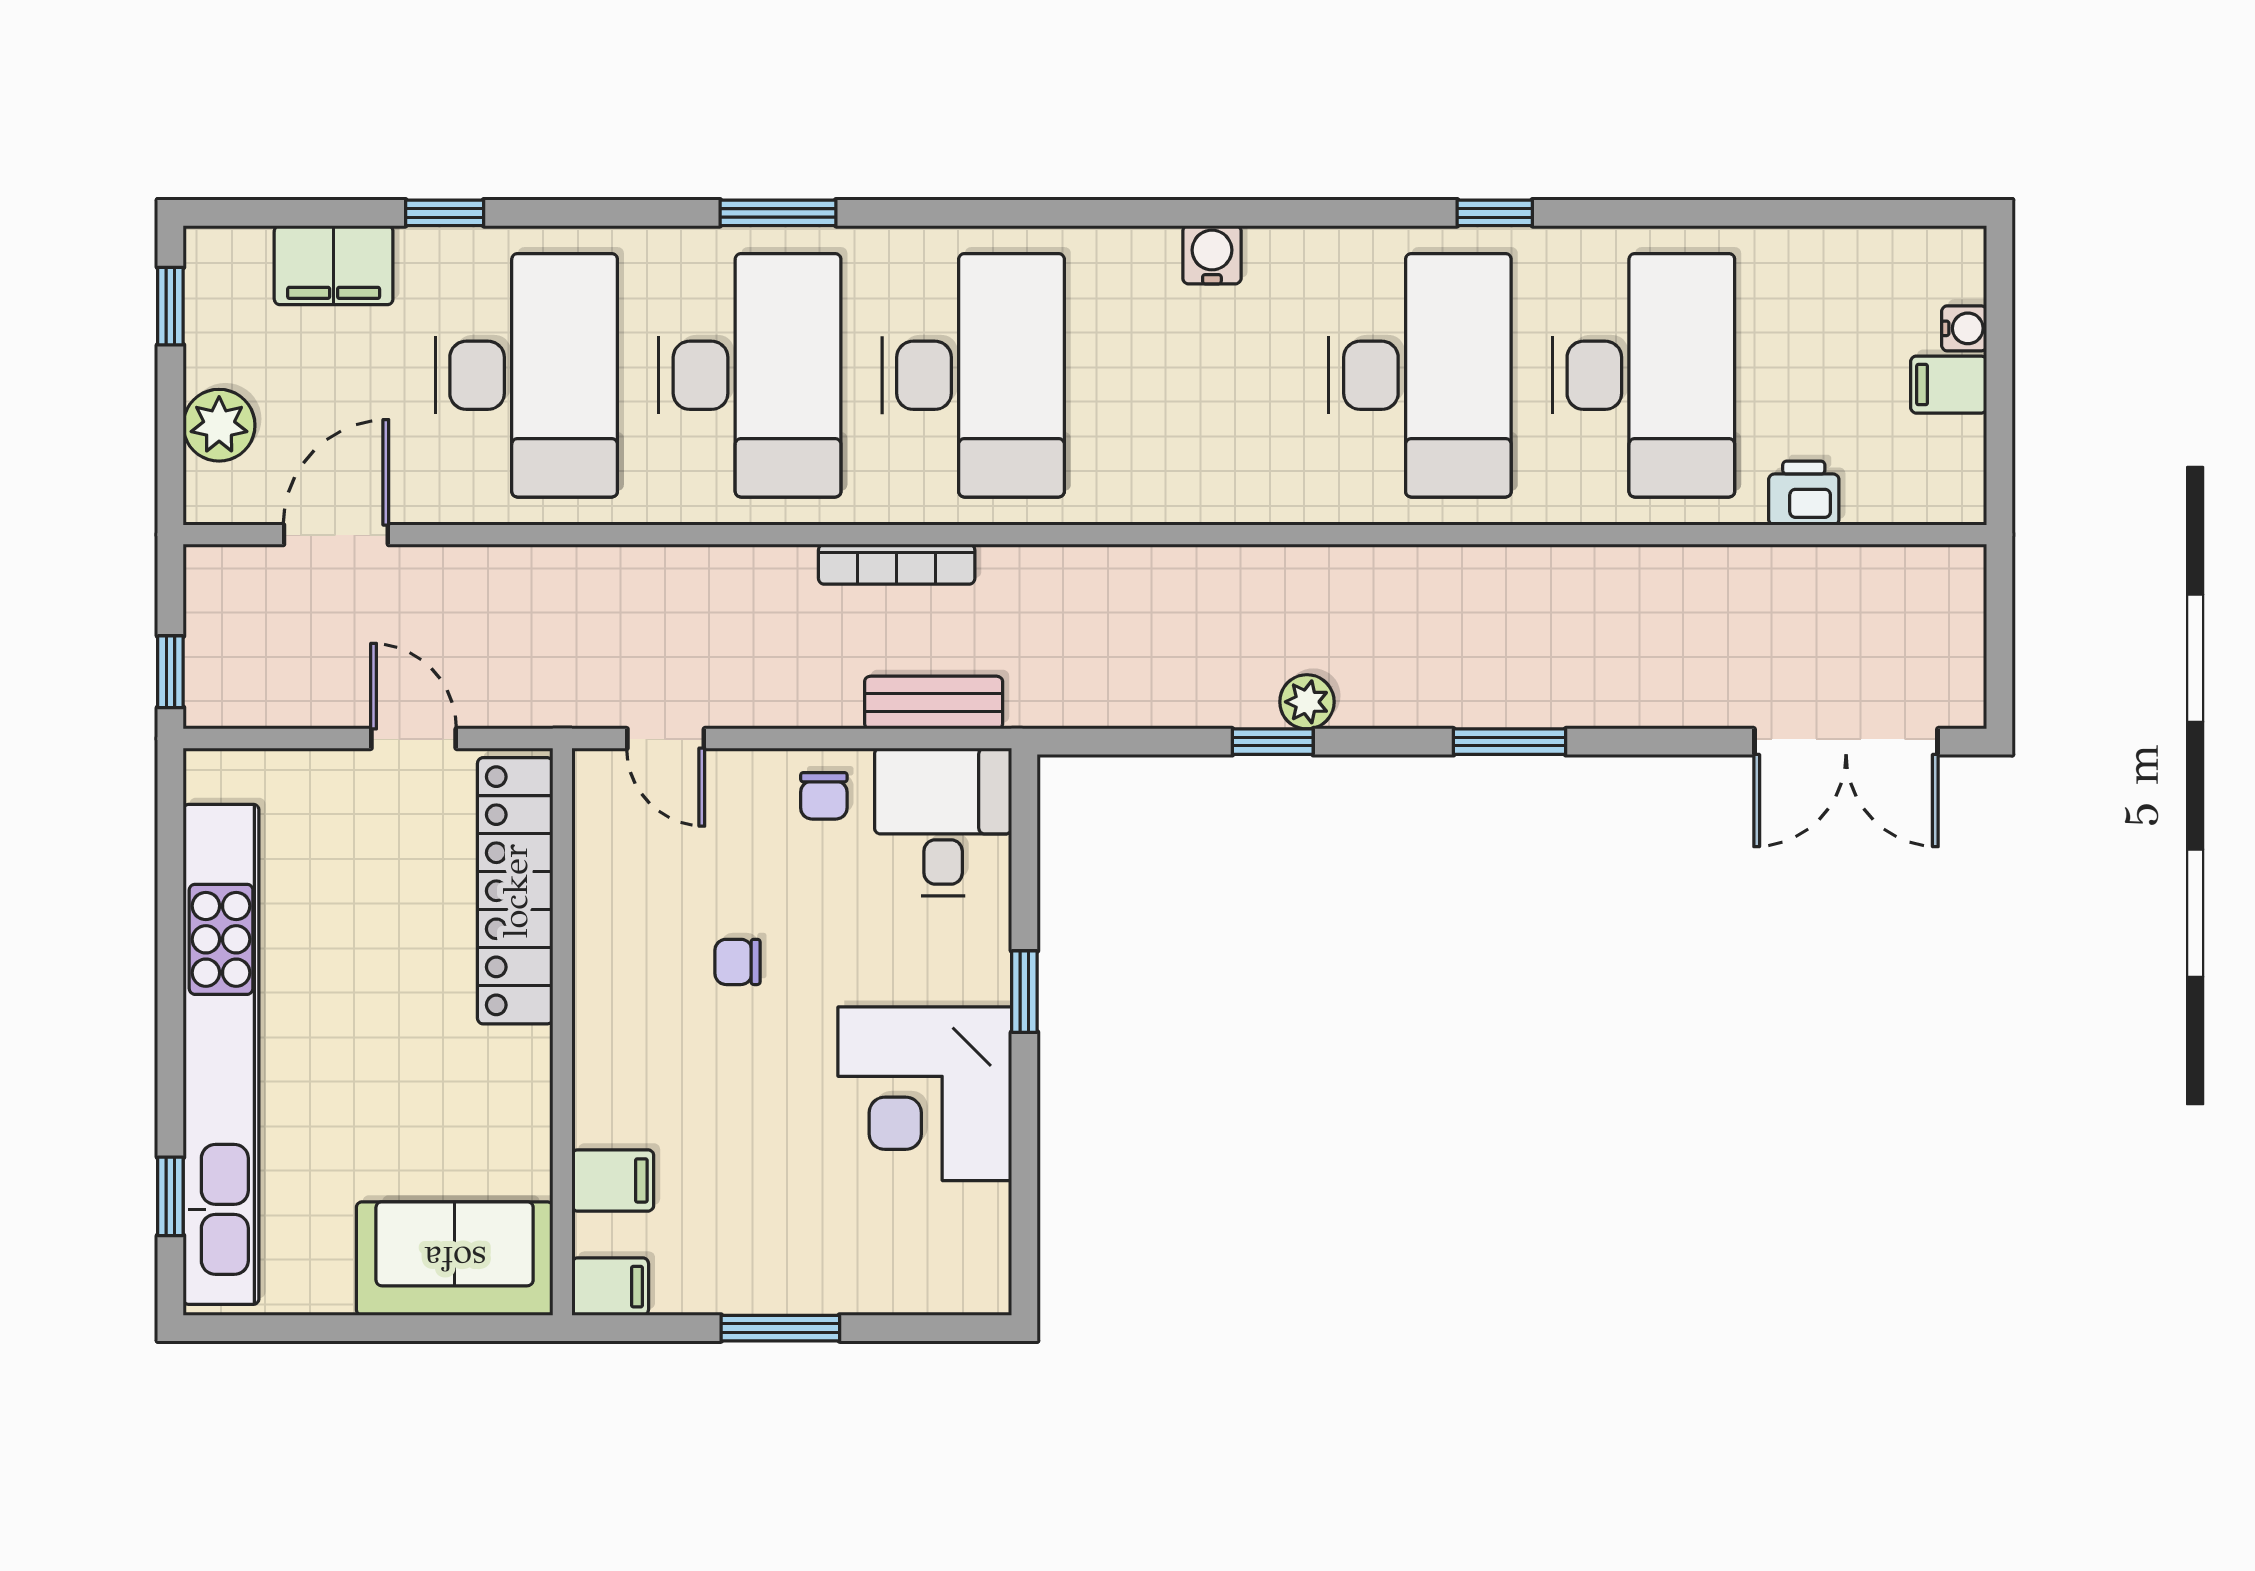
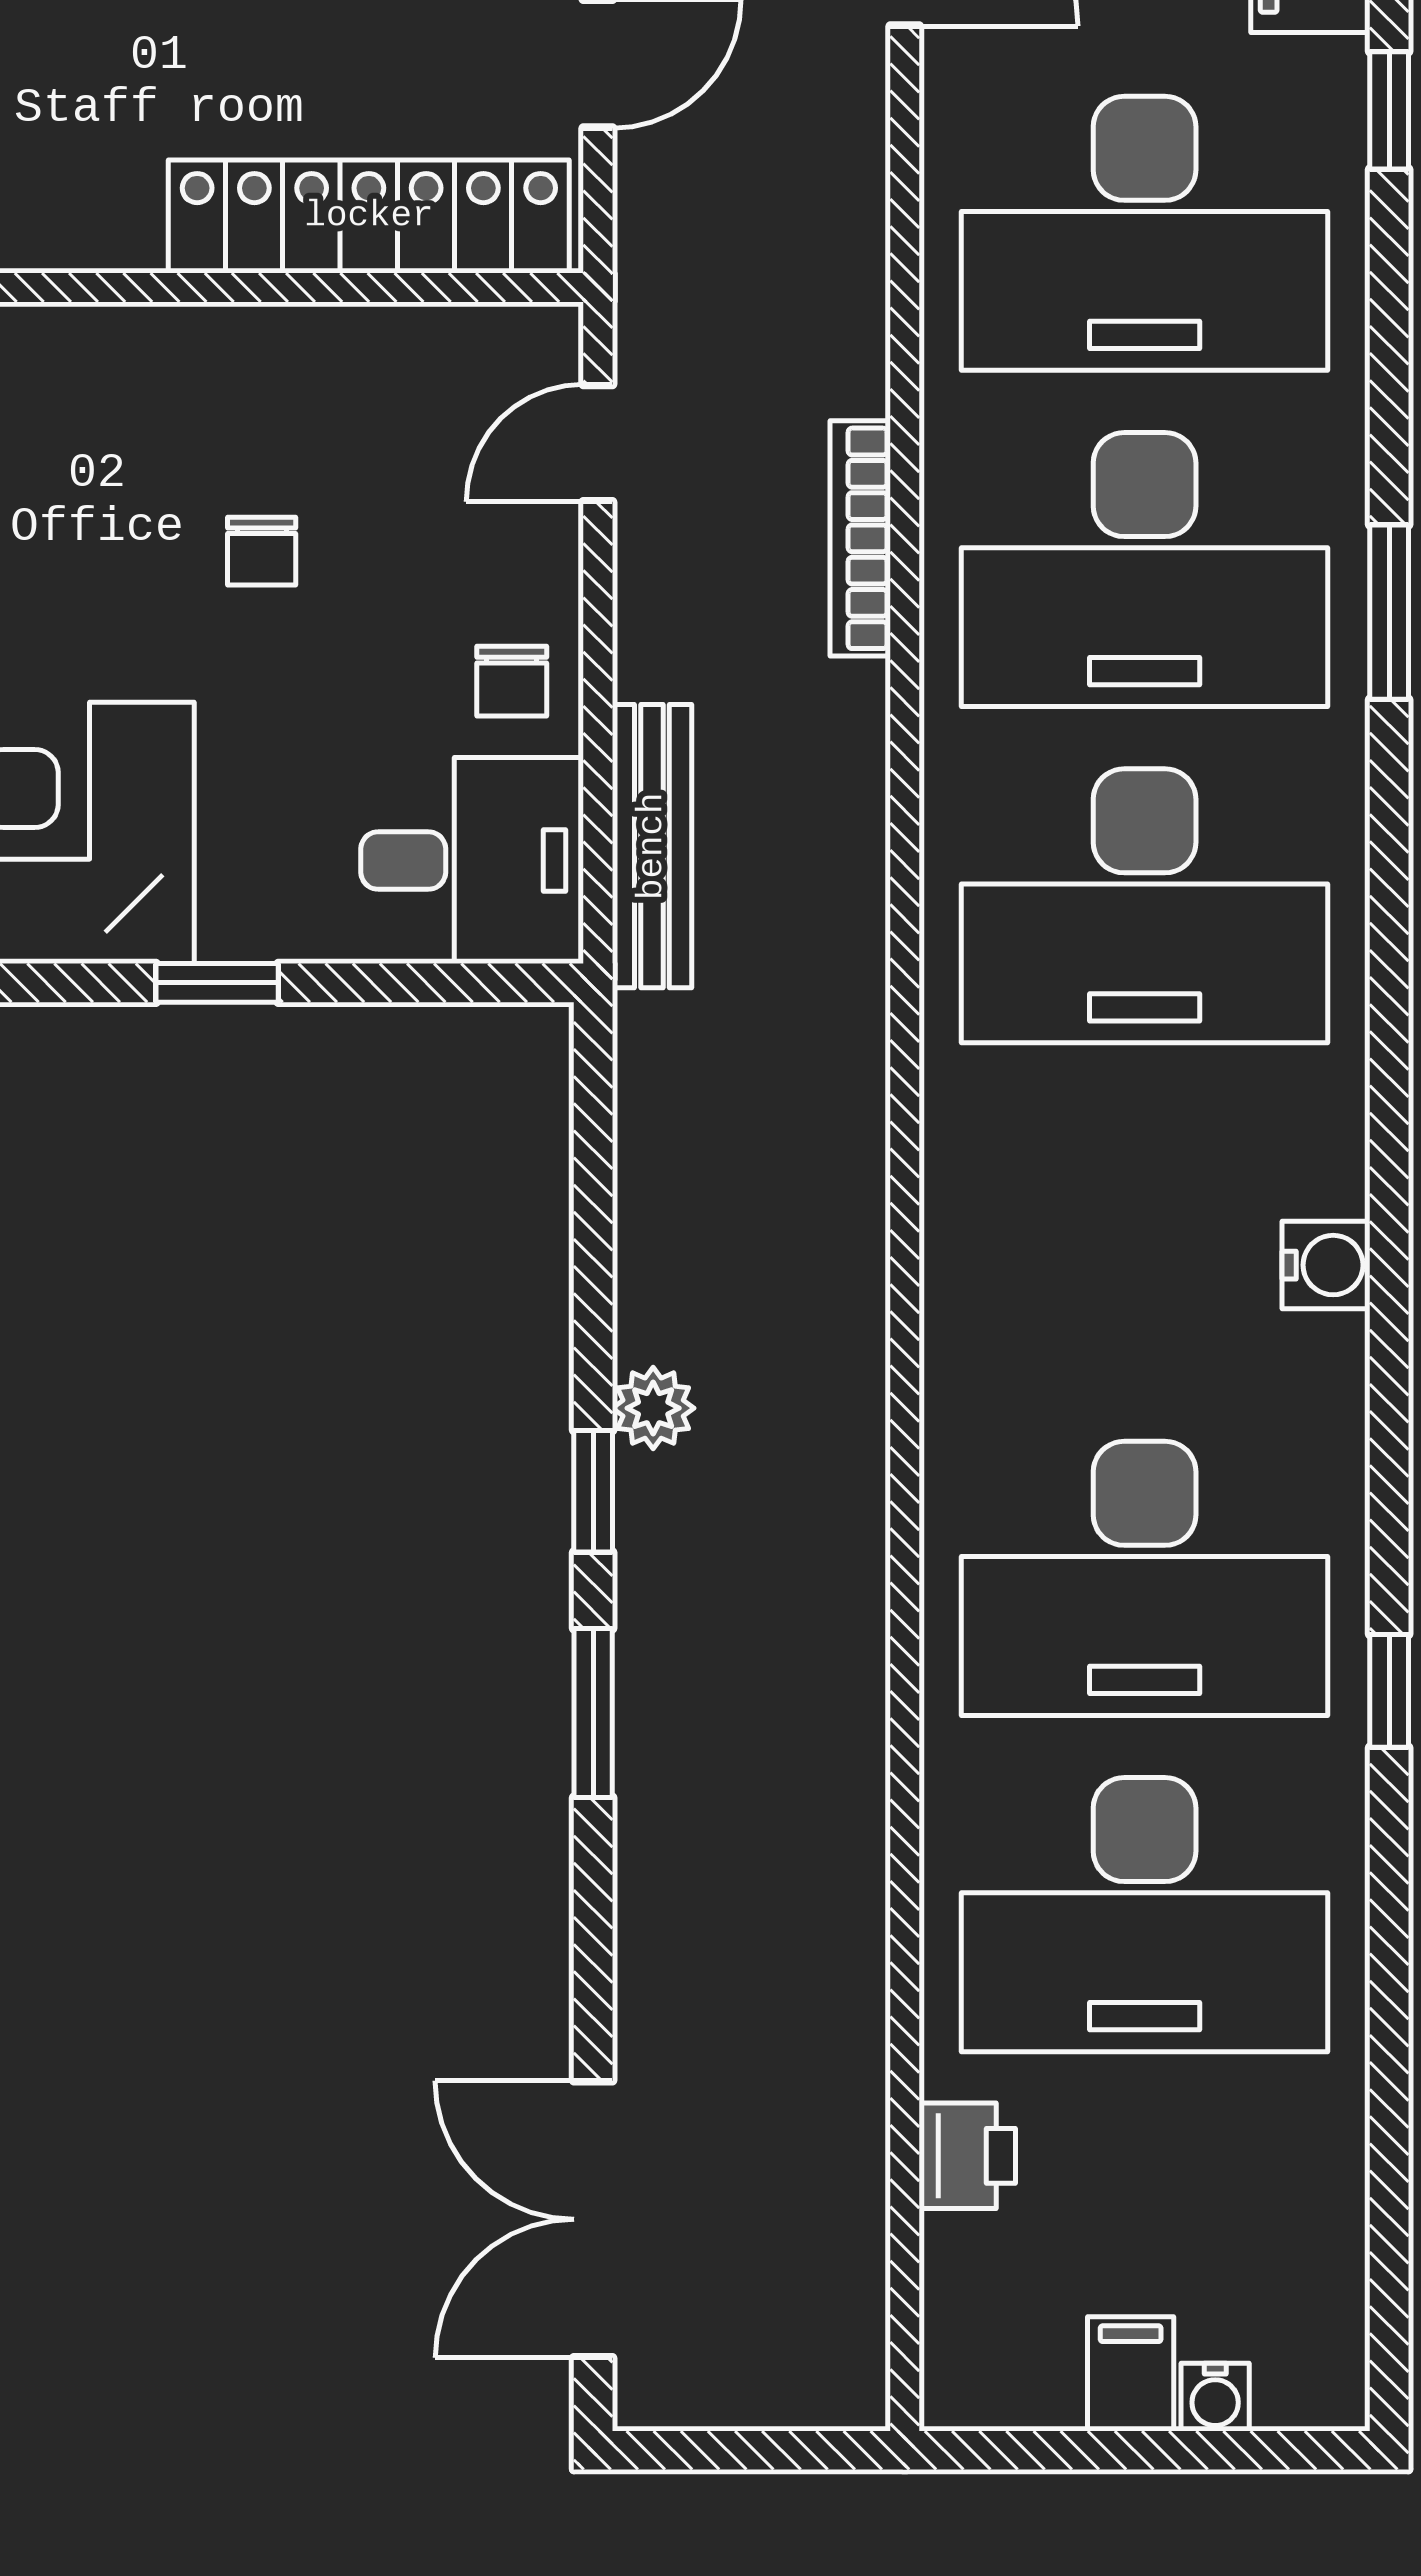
bookcase: (897, 564) -> (860, 538), moved
bench: (934, 703) -> (652, 846), width x1.36
window: (1273, 742) -> (593, 1491), moved
chair: (824, 796) -> (512, 681), turned -90
chair: (738, 962) -> (262, 551), turned 180

